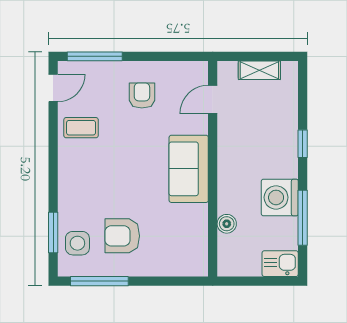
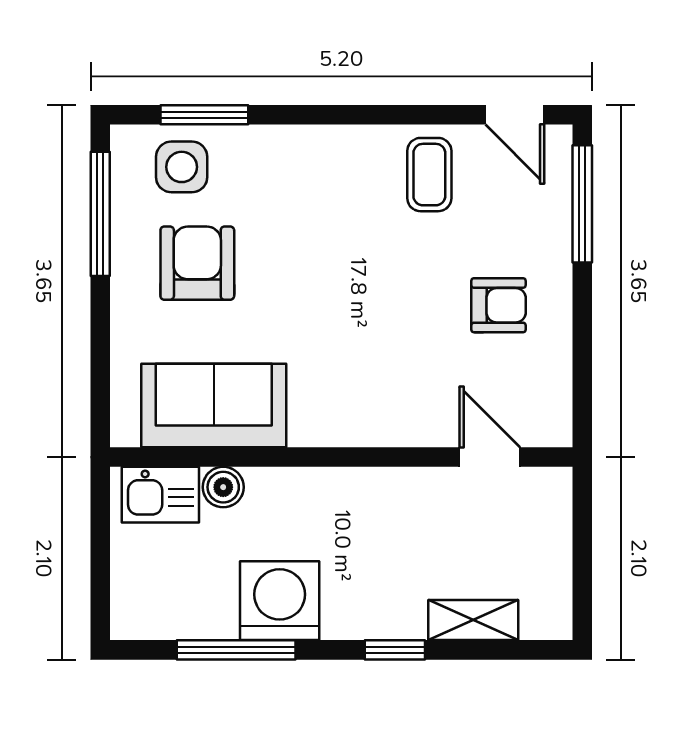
shelving: (259, 70) -> (473, 620), moved, turned 90
sofa: (189, 169) -> (214, 406), moved
kitchen sink: (280, 264) -> (160, 495), moved, turned 90

